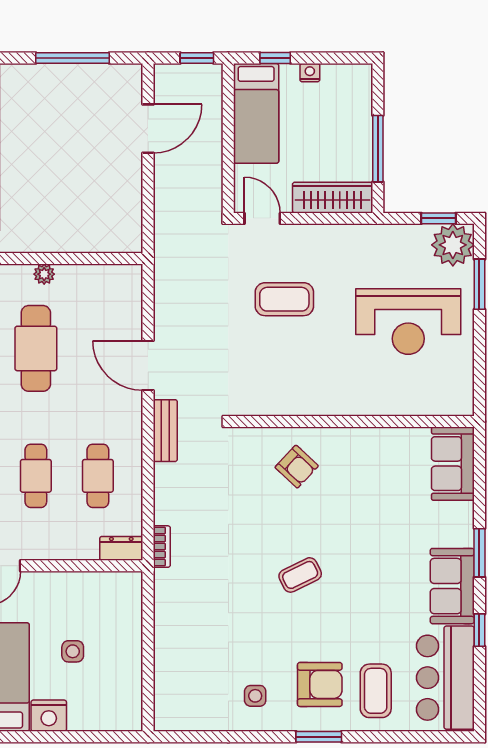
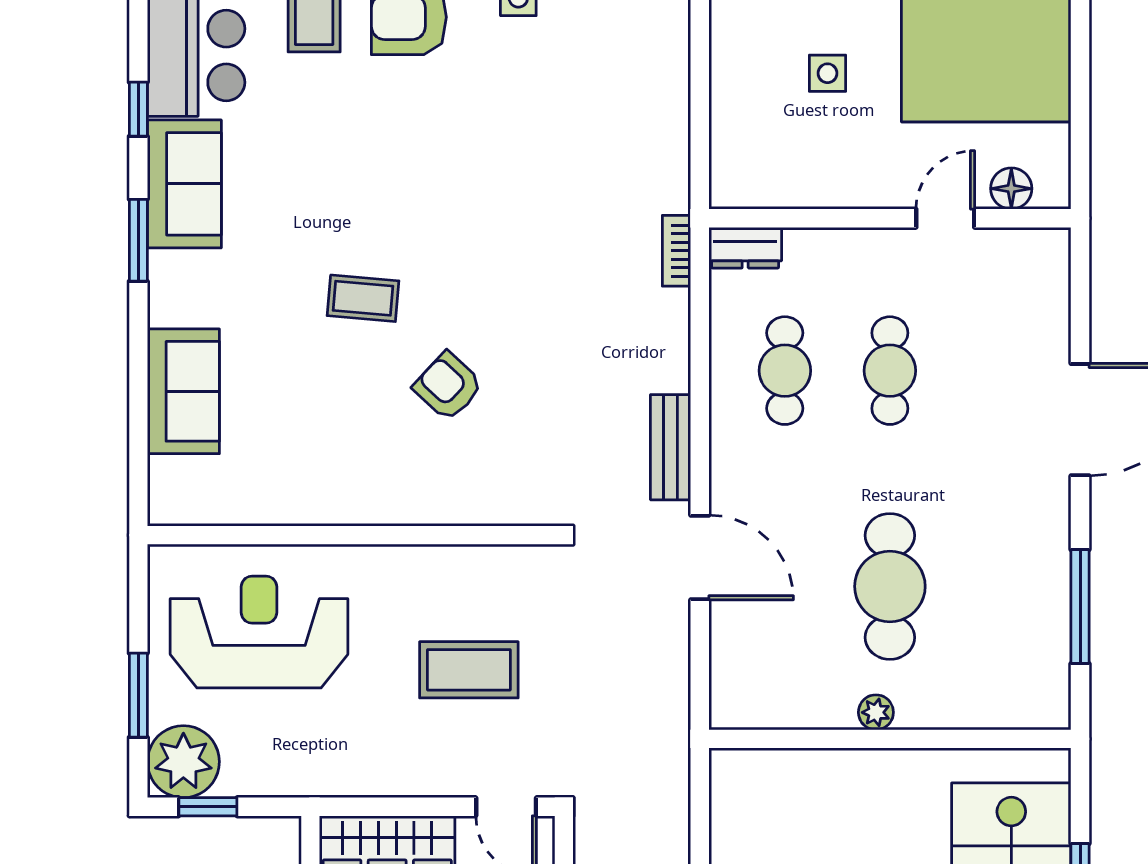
wall: (354, 421) -> (351, 535), moved
coffee table: (300, 575) -> (363, 298), moved, turned 31

